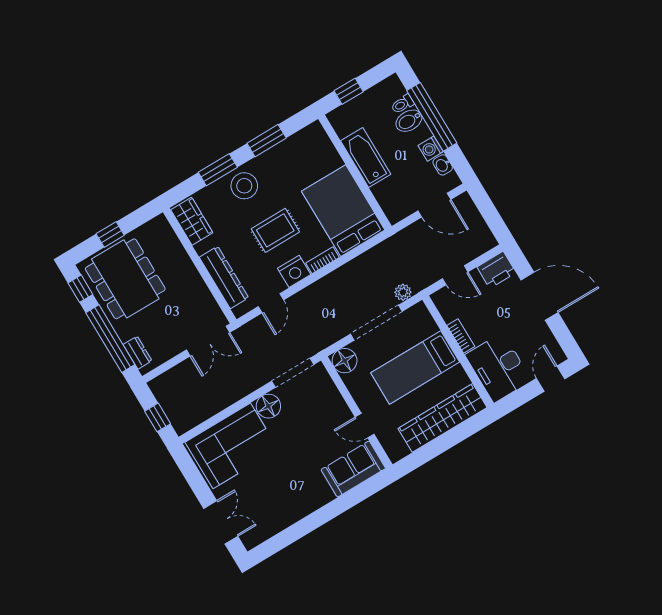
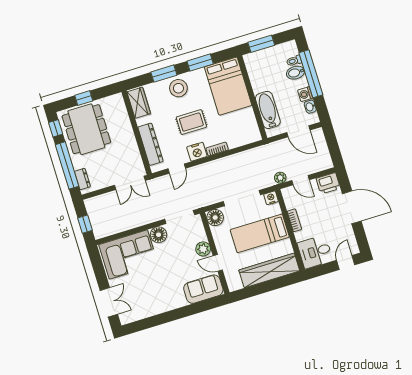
window: (349, 91) -> (261, 44), width x1.50
bathtub: (366, 158) -> (268, 110), moved
bed: (343, 211) -> (228, 86), moved, turned 180
plant: (403, 292) -> (280, 178), moved
nightstand: (419, 312) -> (271, 198), added
desk: (498, 368) -> (315, 252), width x0.73
plant: (338, 411) -> (203, 249), added

